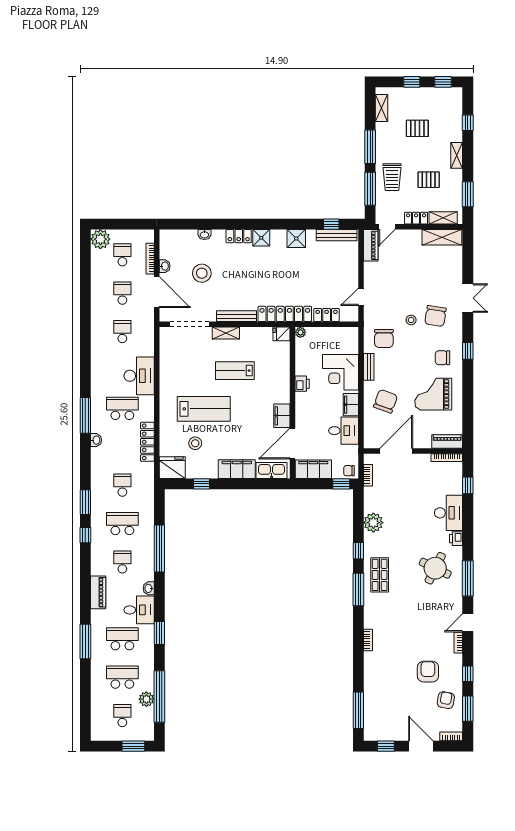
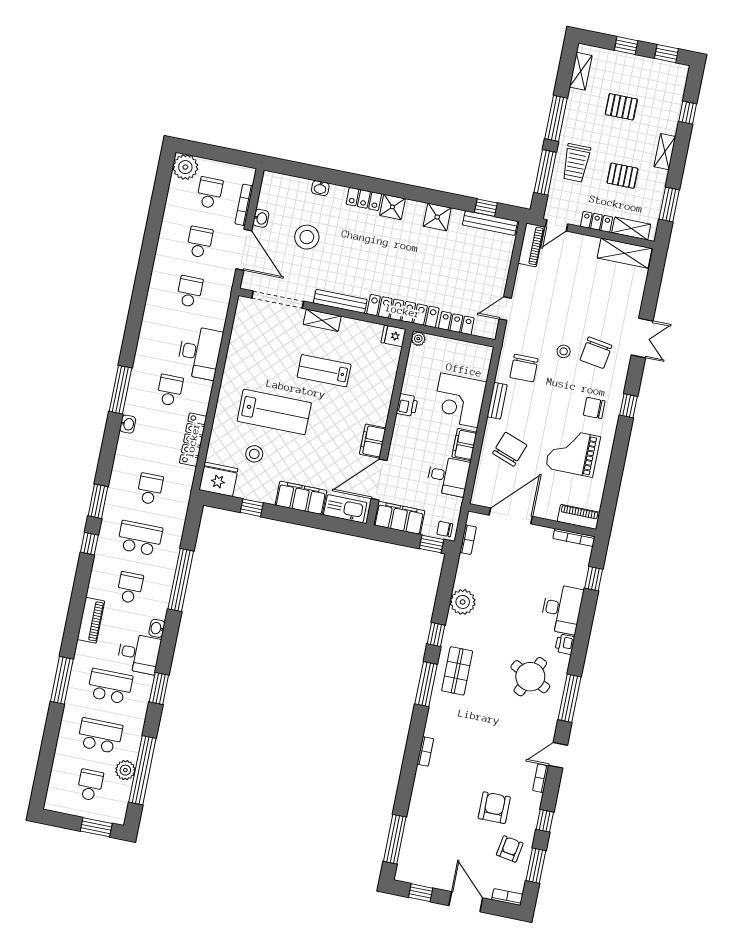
school desk: (122, 408) -> (170, 390), width x0.54

